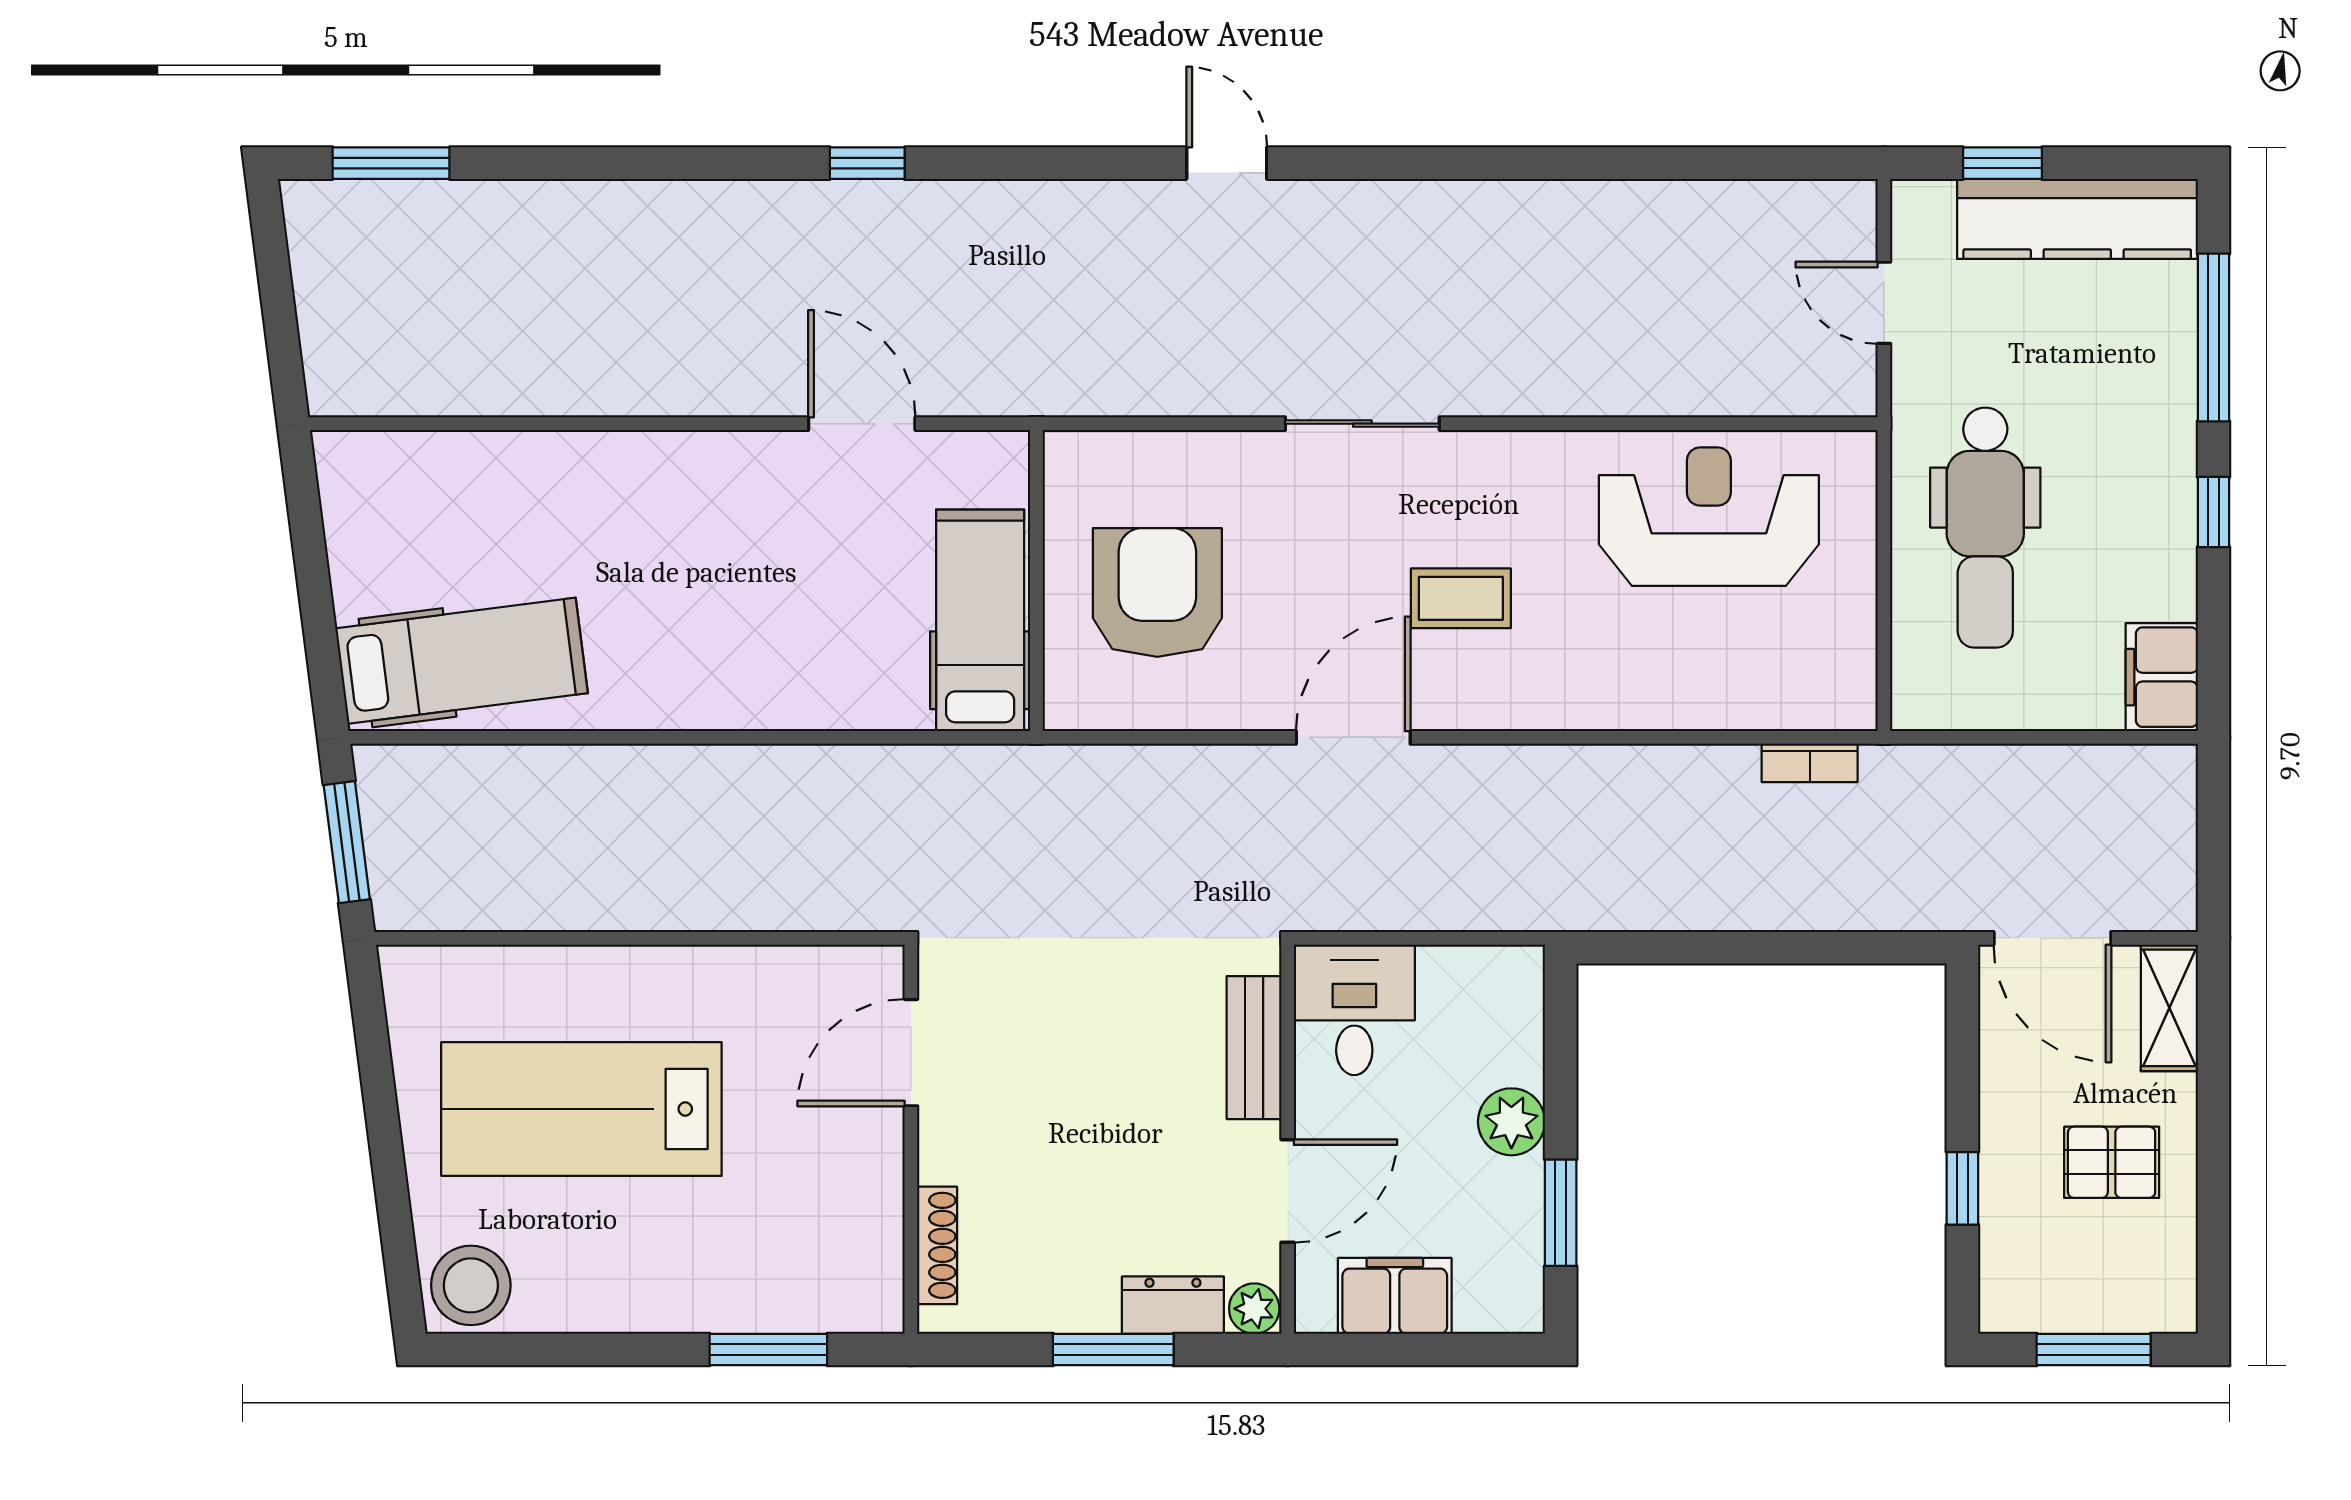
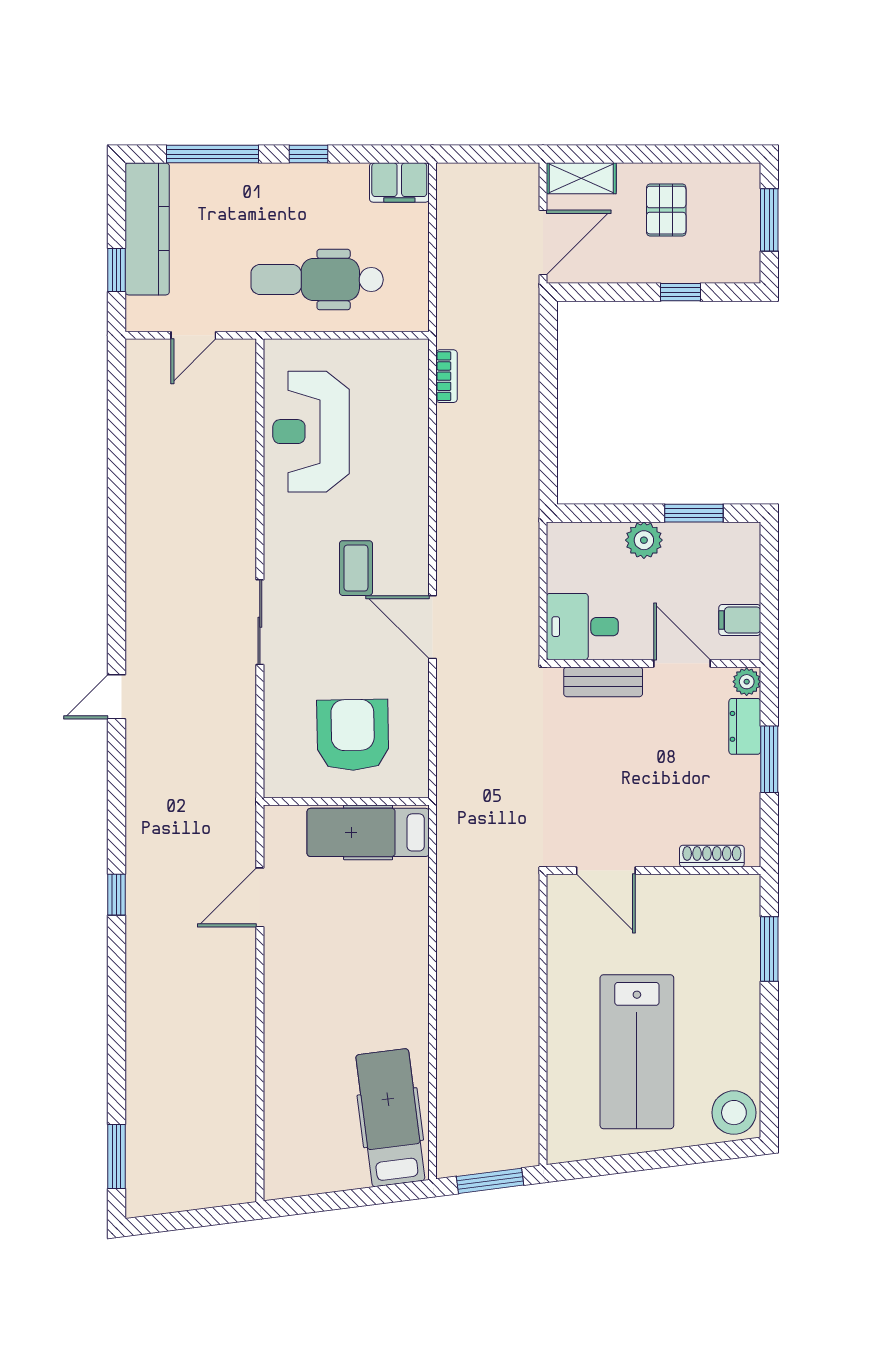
dental chair: (1985, 528) -> (317, 280), turned 180
armchair: (1157, 592) -> (353, 735), turned 89
filing cabinet: (1395, 1296) -> (740, 620), width x0.50

